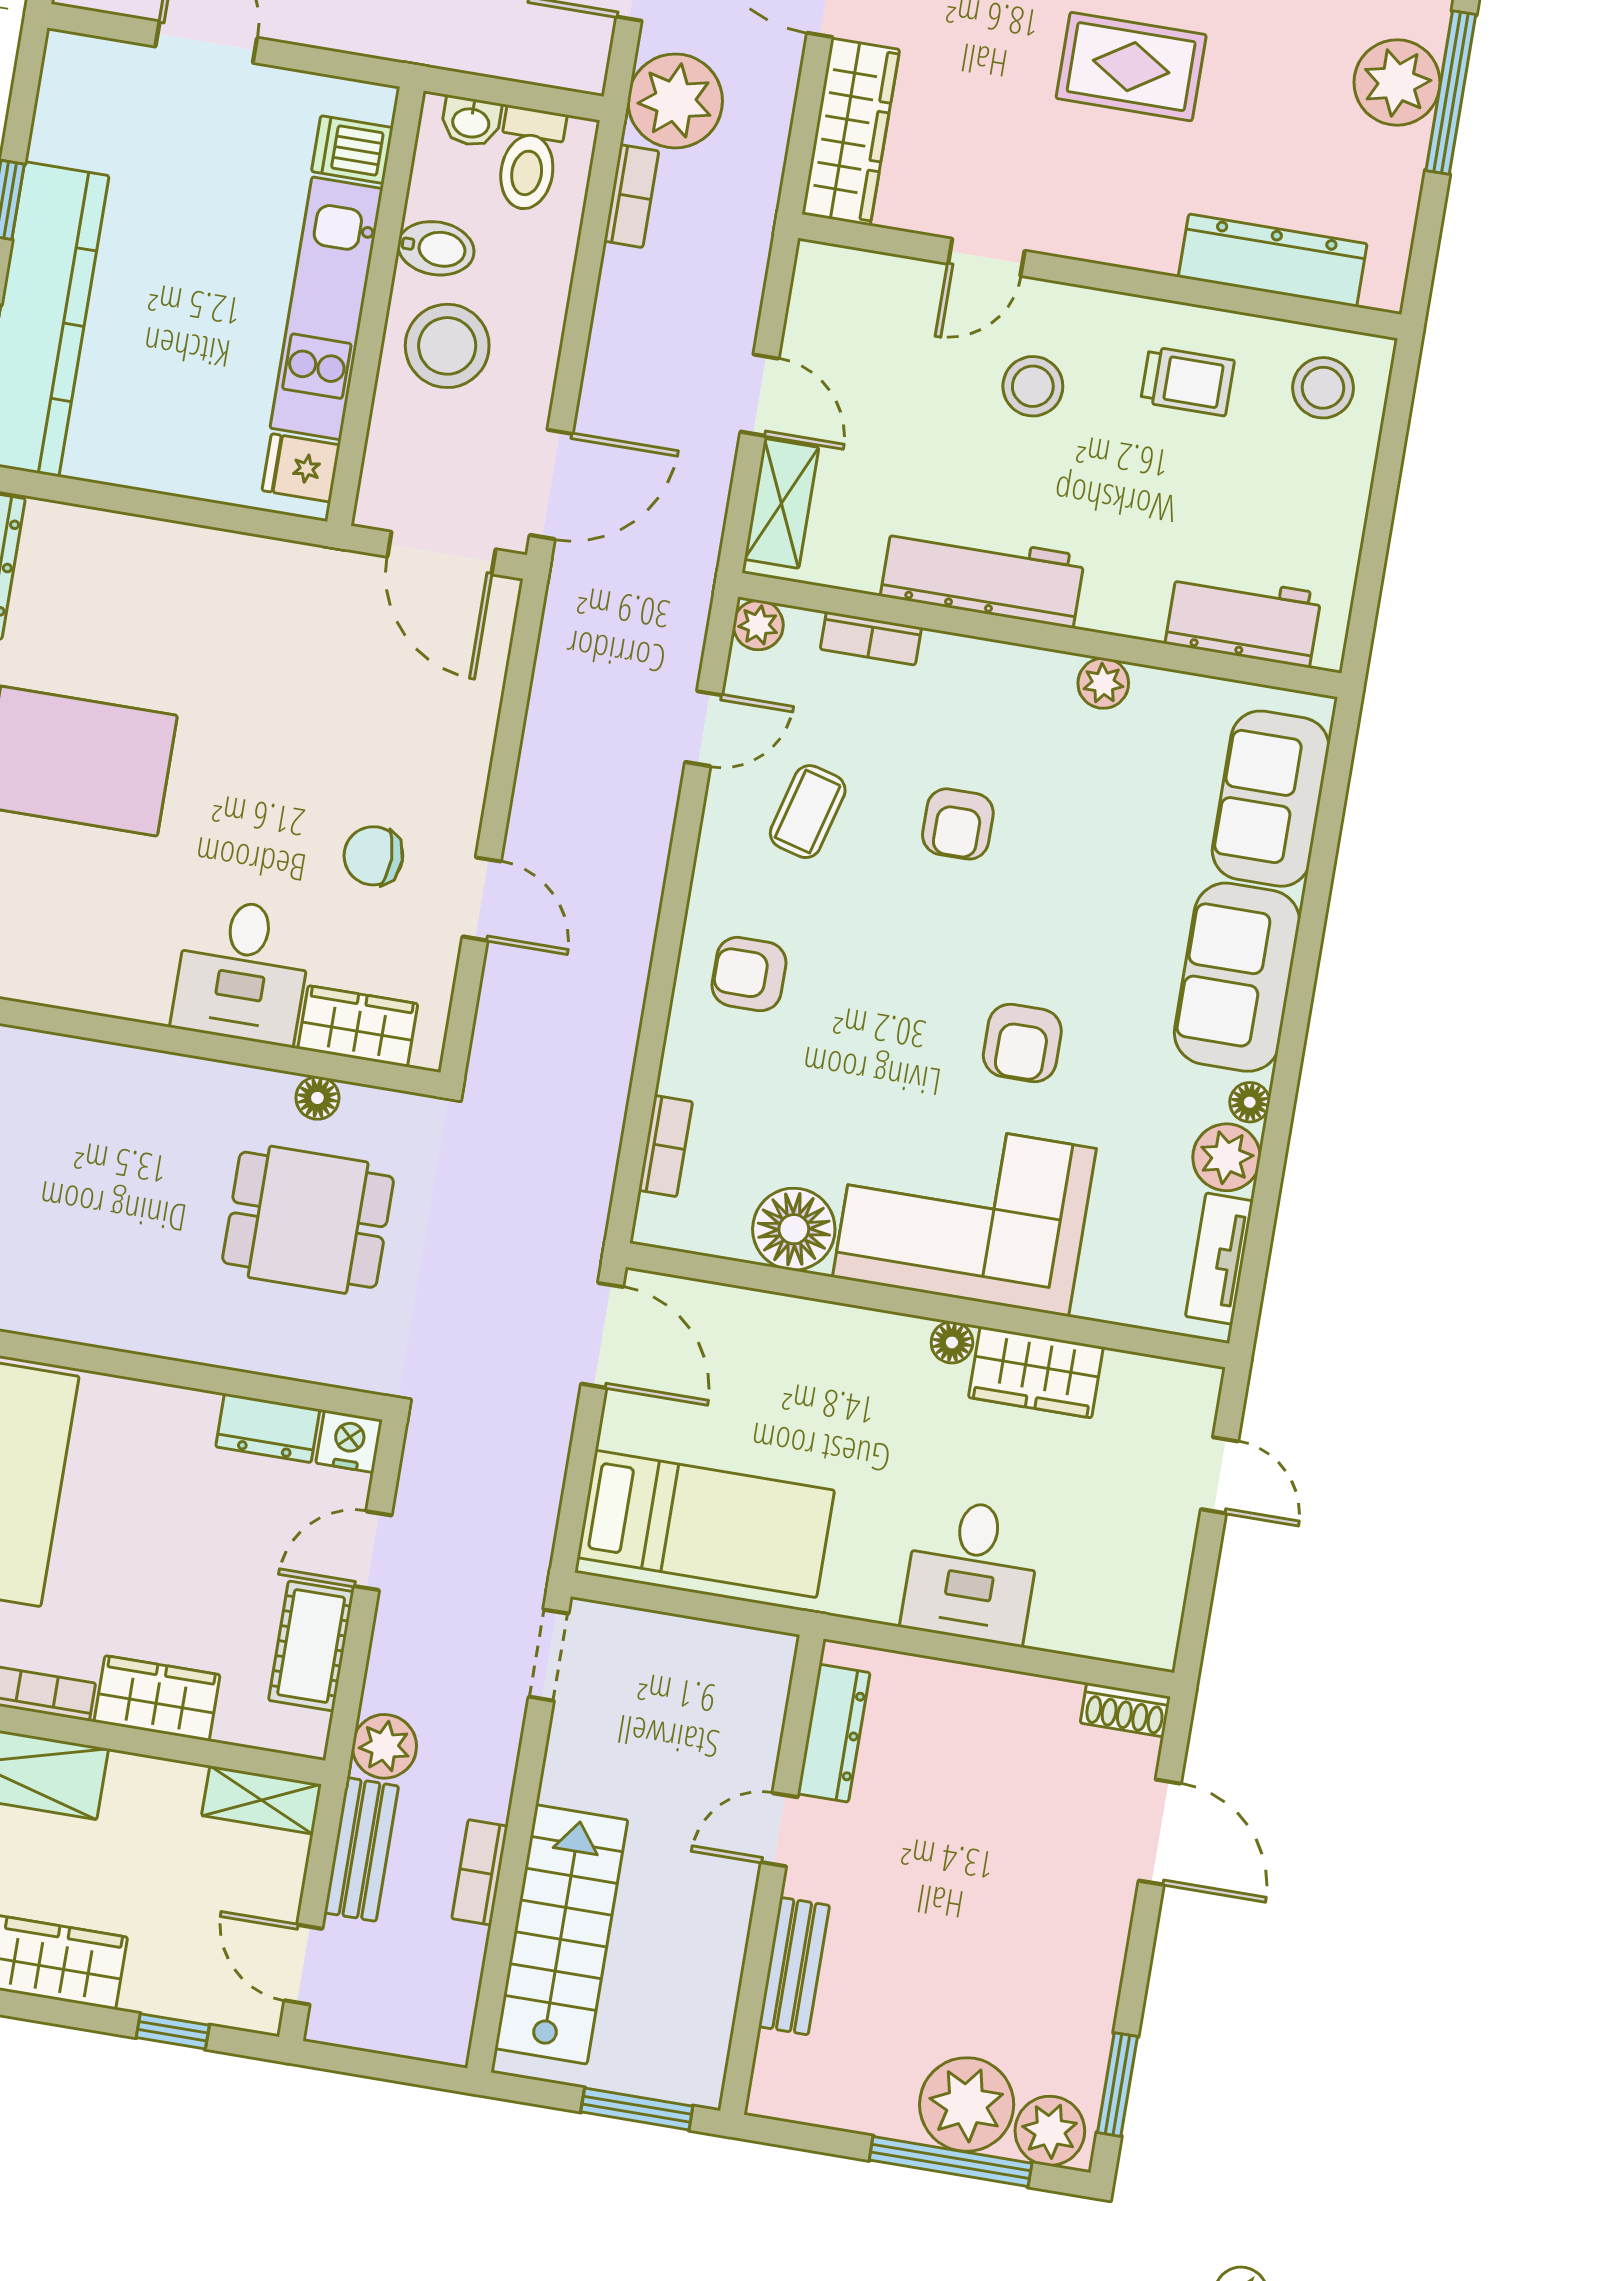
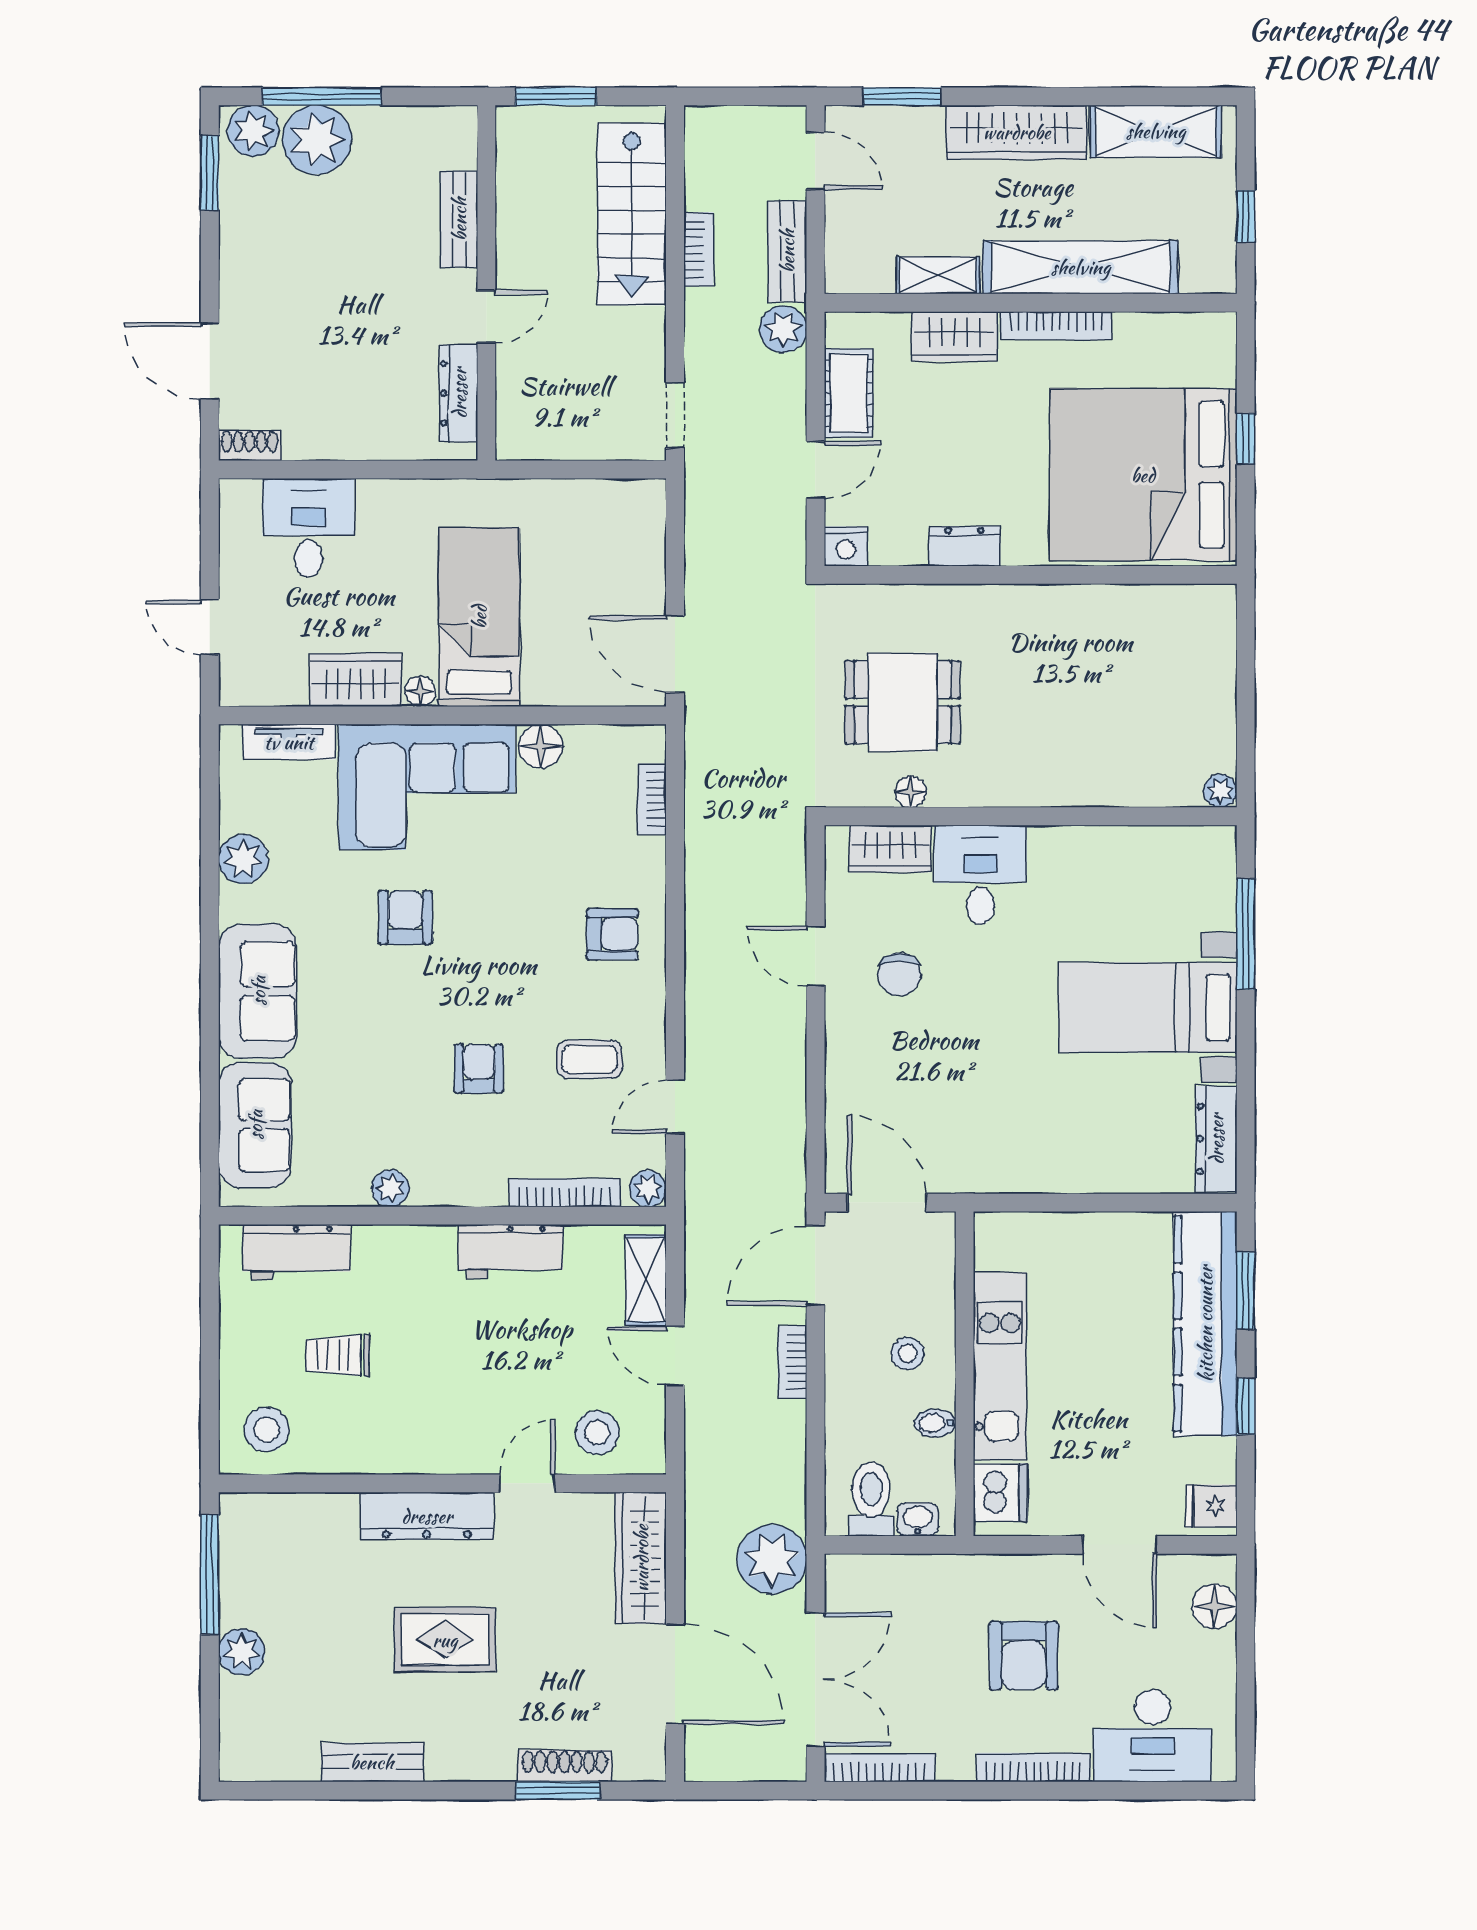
plant: (1397, 82) -> (242, 1652), width x0.73, depth x0.73
window: (1451, 93) -> (210, 1574), moved
dishwasher: (352, 150) -> (1000, 1493), width x1.38
bookcase: (631, 196) -> (792, 1362), moved
bidet: (436, 248) -> (935, 1423), width x0.72, depth x0.74
dresser: (1273, 260) -> (427, 1516), moved
stool: (447, 346) -> (908, 1354), width x0.53, depth x0.53
trolley: (1188, 381) -> (338, 1355), moved
stool: (1033, 386) -> (597, 1432), moved
fridge: (301, 468) -> (1211, 1506), moved, turned 180
workbench: (983, 576) -> (511, 1252), width x0.73
bookcase: (871, 638) -> (565, 1193), width x1.56
coffee table: (808, 812) -> (589, 1059), turned 75
chair: (373, 856) -> (899, 974), turned 90
floor lamp: (1250, 1102) -> (233, 902), removed
floor lamp: (794, 1229) -> (540, 746), width x0.73, depth x0.73
tv unit: (1219, 1259) -> (289, 742), moved, turned 90
dresser: (268, 1428) -> (965, 546), moved
bed: (706, 1524) -> (479, 617), moved, turned 90
desk: (972, 1571) -> (308, 528), moved
shelving: (262, 1800) -> (938, 275), moved
window: (173, 2031) -> (902, 96), width x1.50

